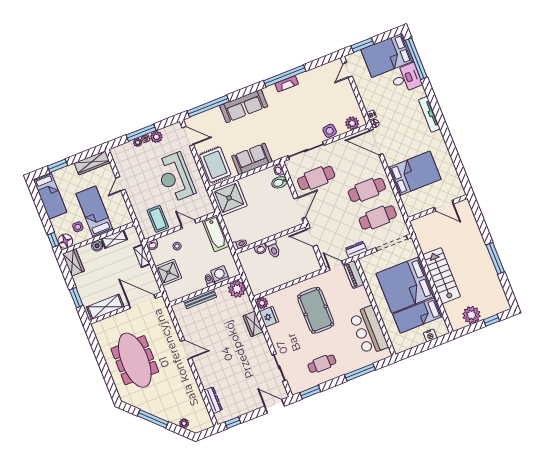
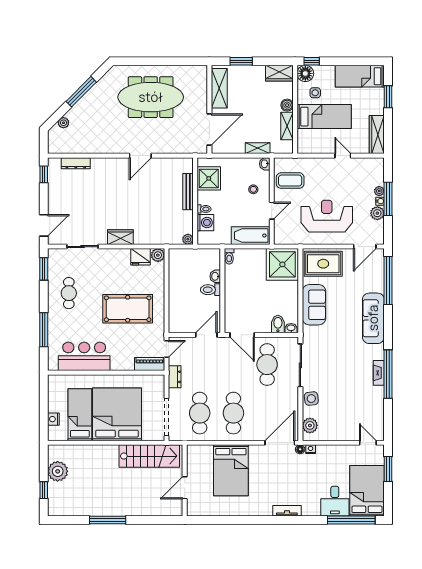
tv unit: (429, 114) -> (287, 511), width x0.71
shower: (168, 272) -> (209, 178), moved
stairs: (442, 276) -> (149, 456), moved
plant: (237, 289) -> (188, 239), width x0.53, depth x0.53
wardrobe: (253, 324) -> (120, 237), moved

